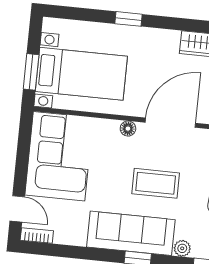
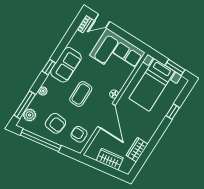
window: (129, 19) -> (173, 112), moved
window: (31, 72) -> (175, 67), moved
sofa: (131, 233) -> (66, 65), width x0.73

